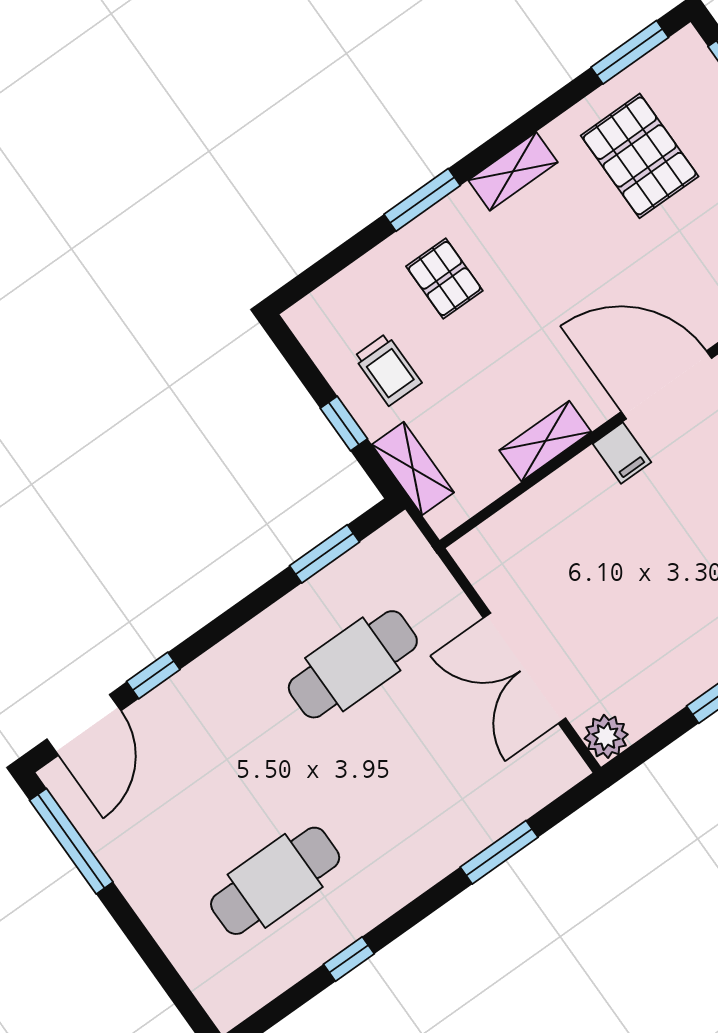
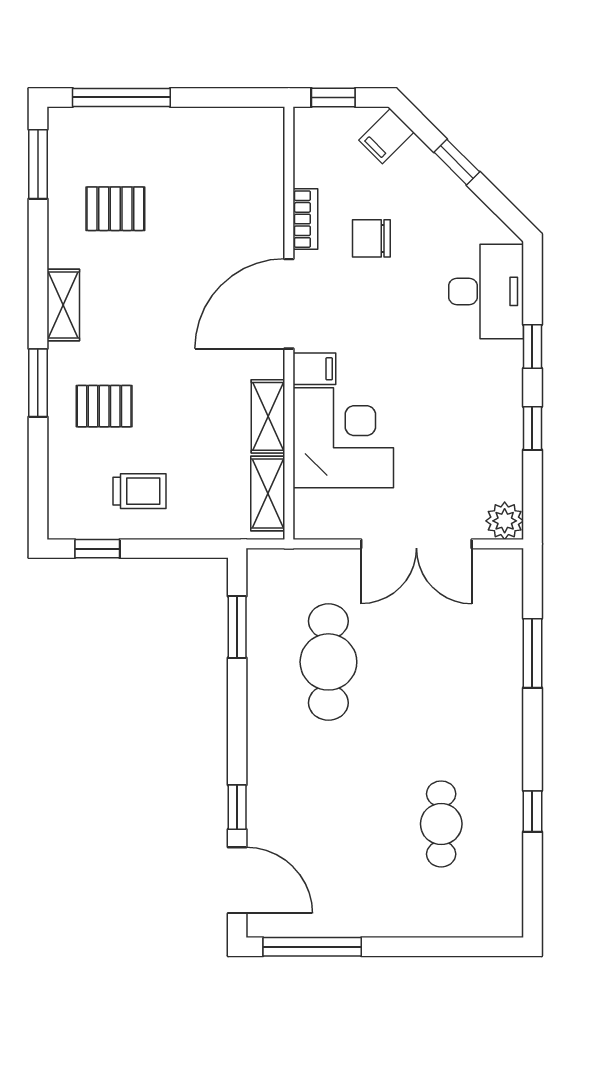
pallet: (640, 156) -> (115, 209), width x0.67, depth x0.71
window: (344, 424) -> (97, 549), moved
shelving: (413, 469) -> (268, 493), moved, turned 90
corner desk: (576, 527) -> (343, 438), added
cafe table: (275, 881) -> (441, 824), width x0.73, depth x0.74

